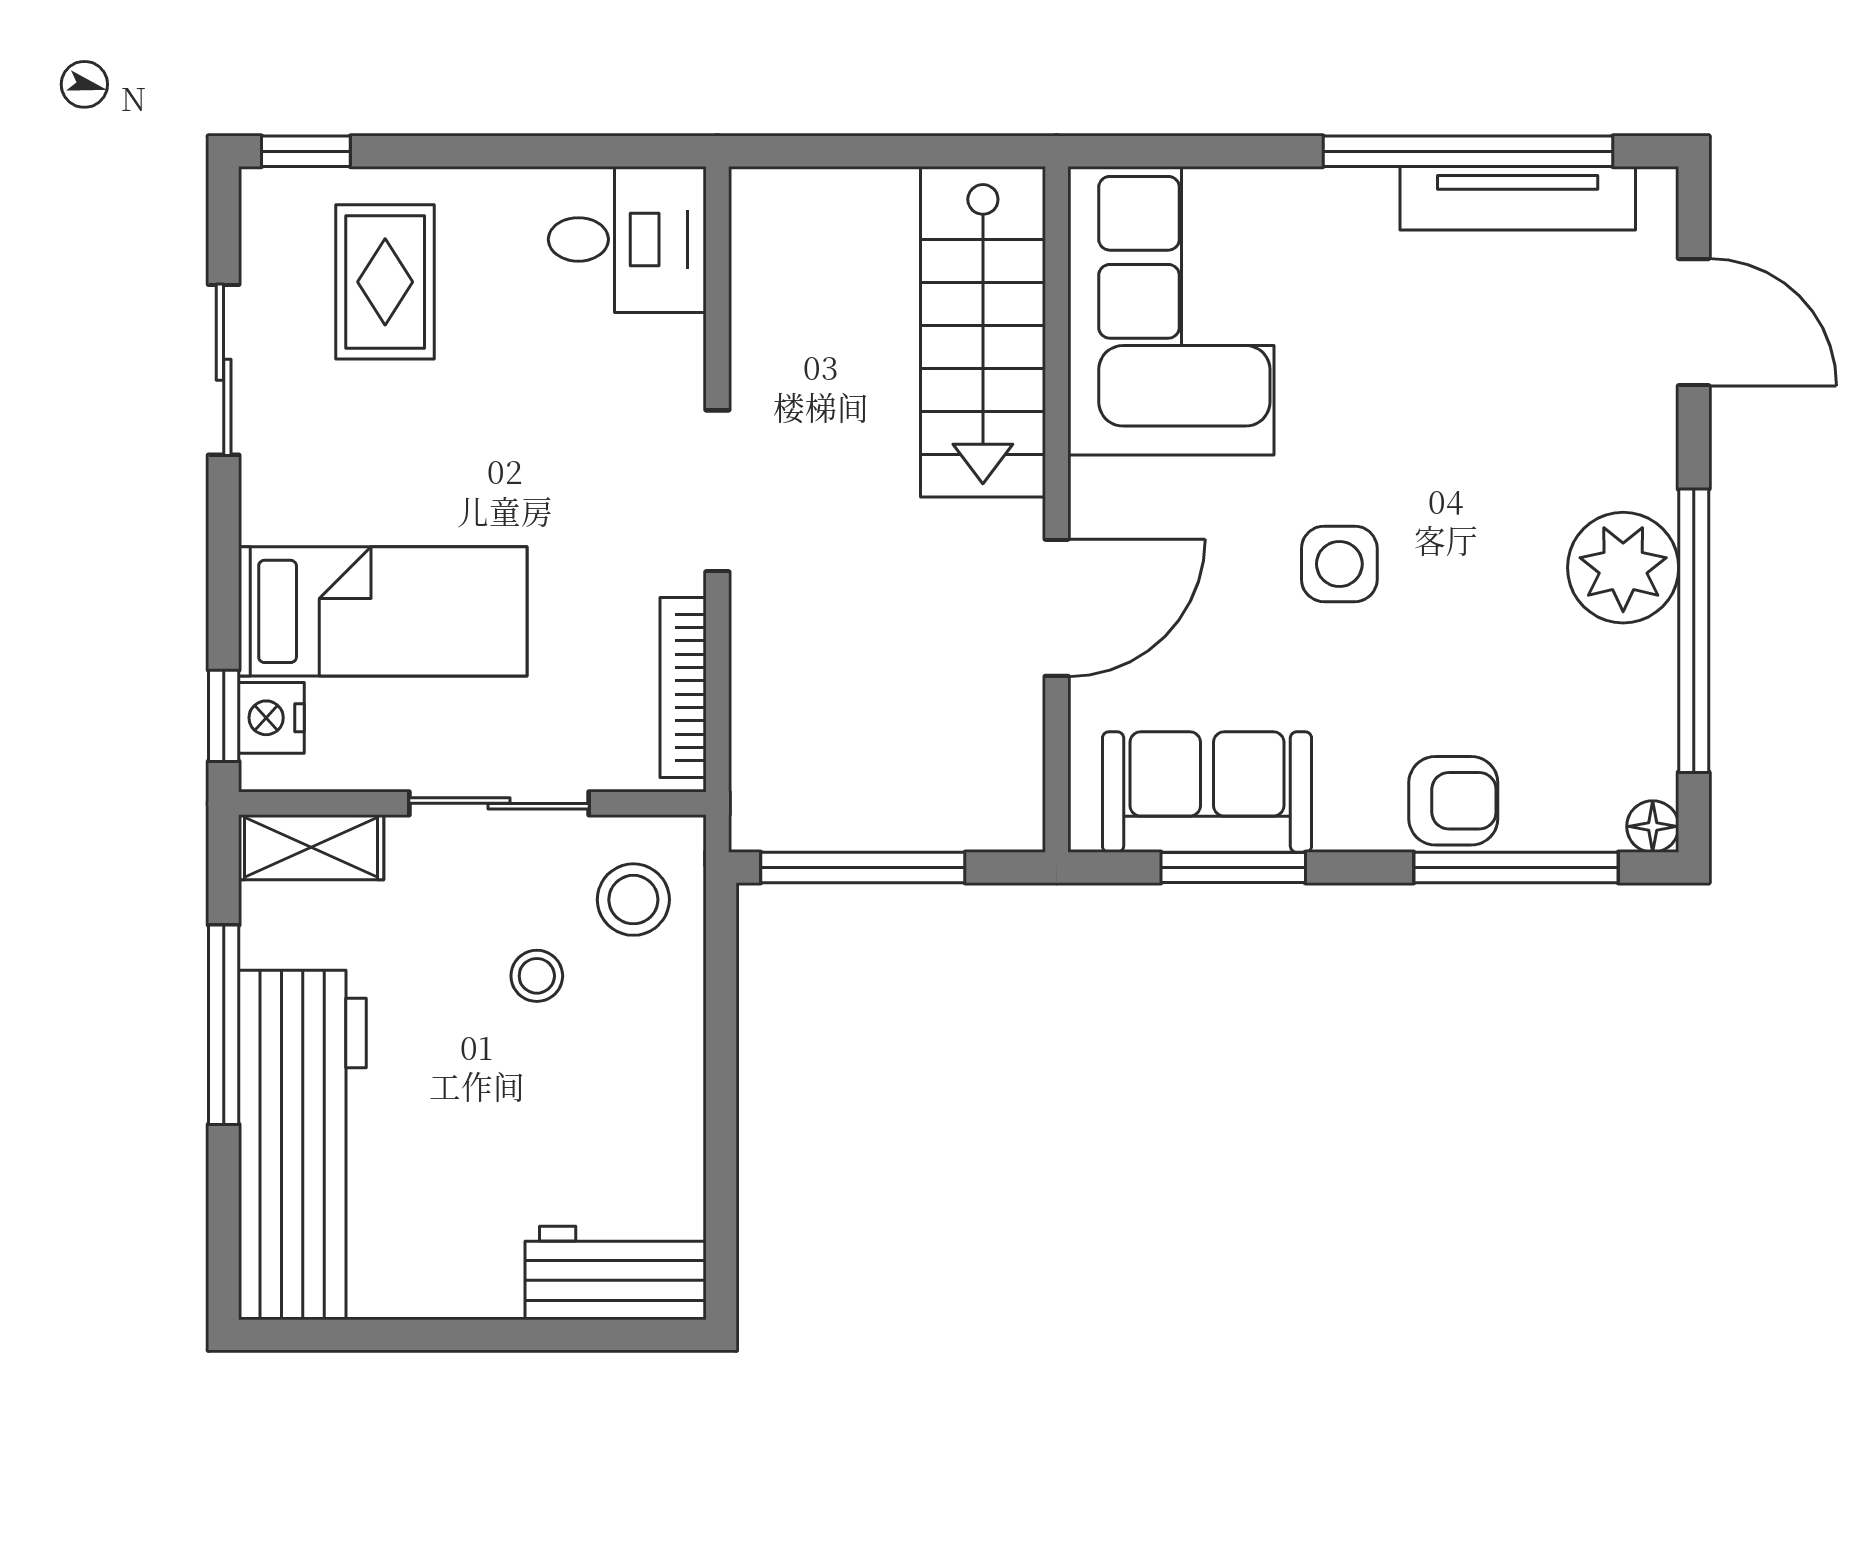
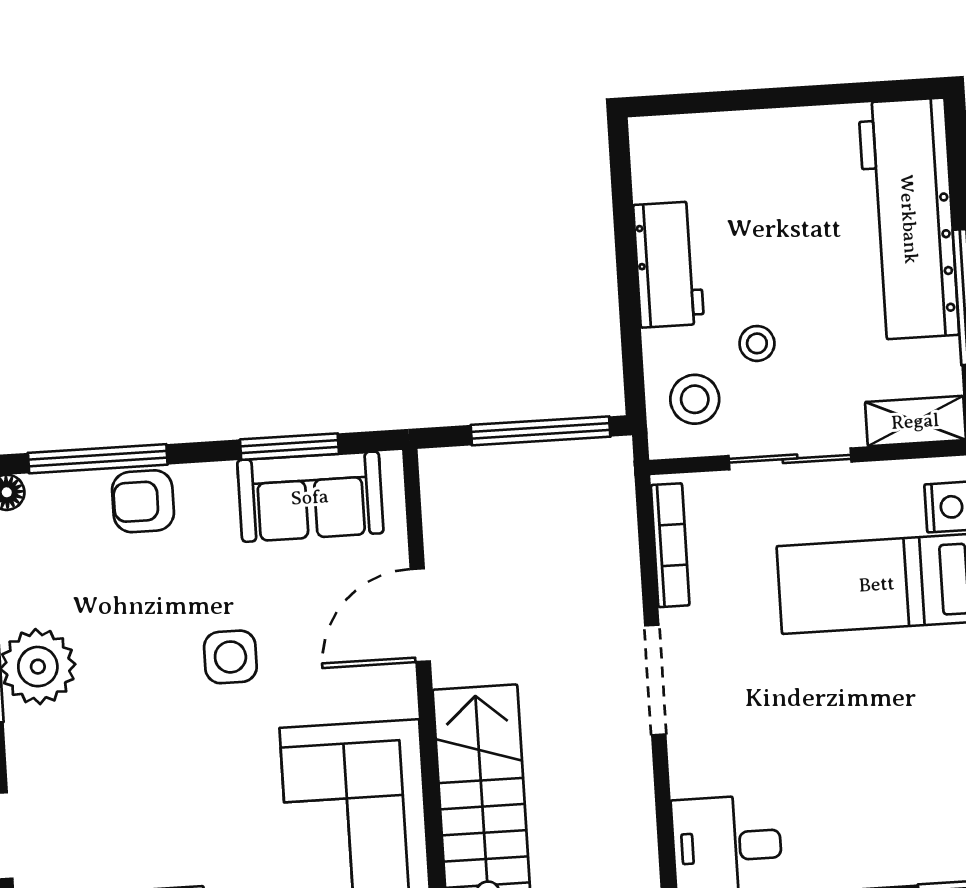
rug: (385, 282) -> (889, 807), removed
workbench: (616, 1273) -> (669, 264), moved, turned -90

